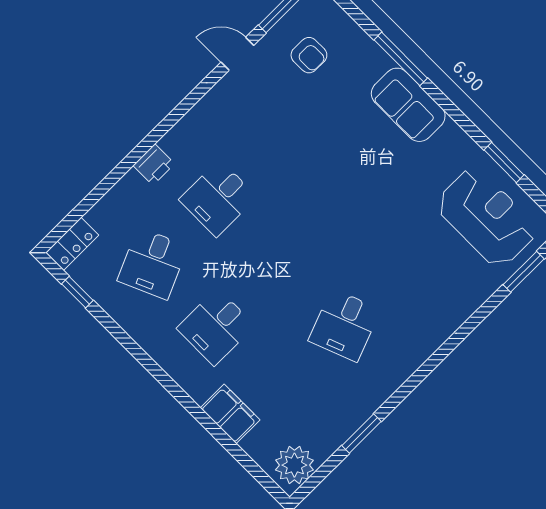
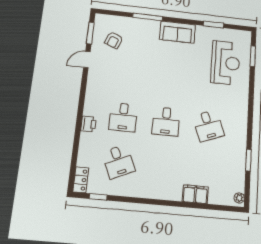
armchair: (309, 55) -> (114, 40), turned 111
sofa: (408, 105) -> (177, 32), moved
reception desk: (486, 217) -> (225, 63), moved, turned 90
desk: (216, 327) -> (166, 121), moved
plant: (294, 465) -> (239, 198), width x0.53, depth x0.53

